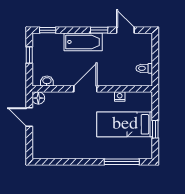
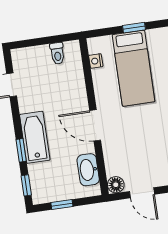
window: (99, 30) -> (21, 150), moved
washbasin: (47, 81) -> (88, 170), width x1.91, depth x1.45
nightstand: (120, 97) -> (96, 61), moved
door: (29, 117) -> (142, 193), hinge flipped

